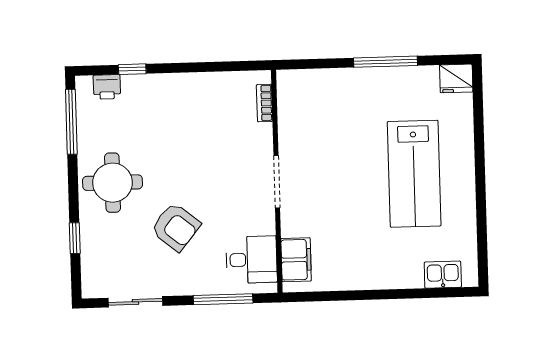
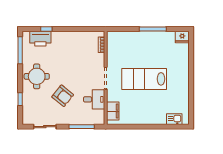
printer: (107, 87) -> (40, 39), width x1.87, depth x1.48
lab bench: (414, 174) -> (144, 79), moved, turned 90
desk: (251, 260) -> (94, 99), moved

